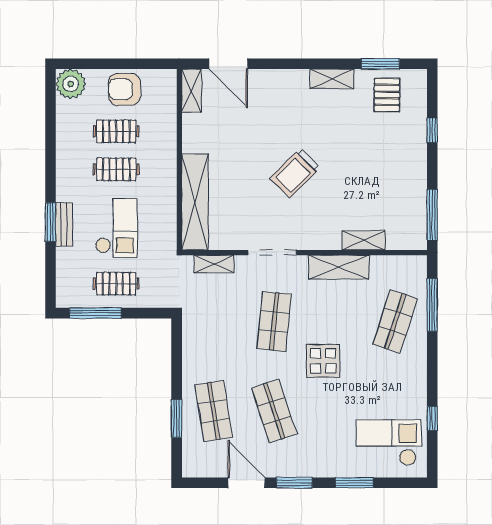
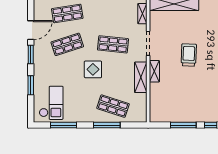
trolley: (295, 173) -> (189, 55), turned 47
window: (432, 215) -> (183, 125), moved
shelving: (363, 240) -> (154, 71), moved
window: (432, 305) -> (107, 125), moved
window: (432, 418) -> (63, 125), width x2.17

